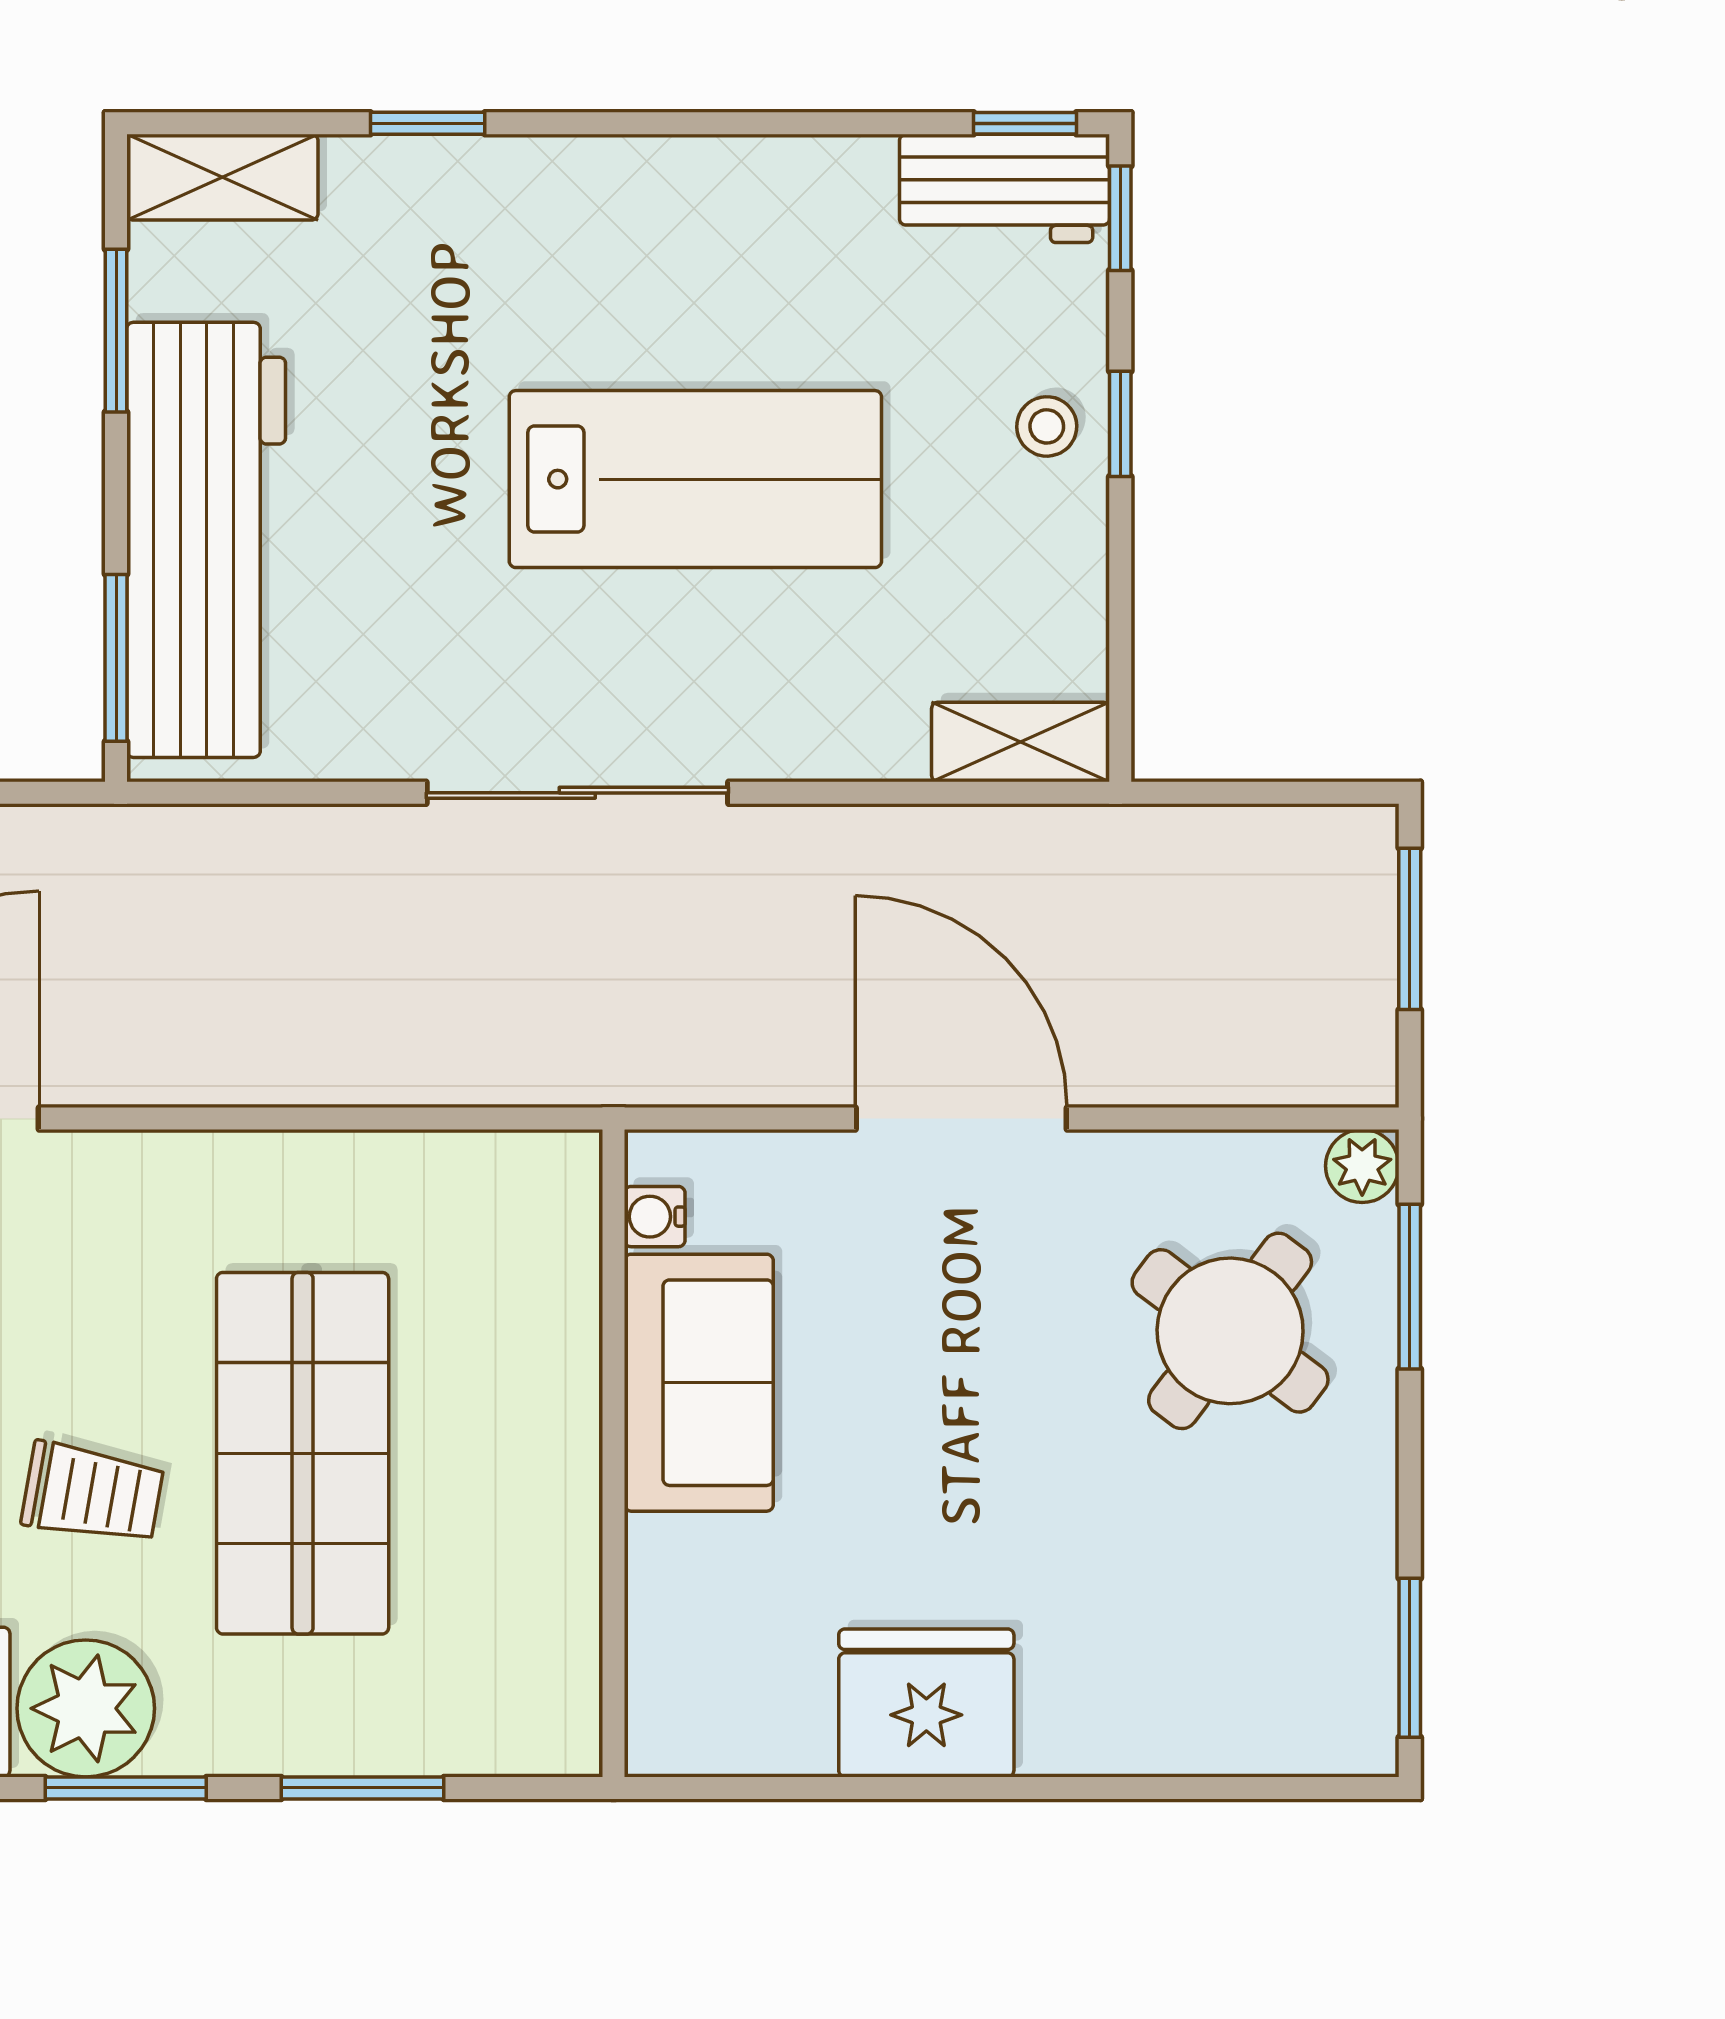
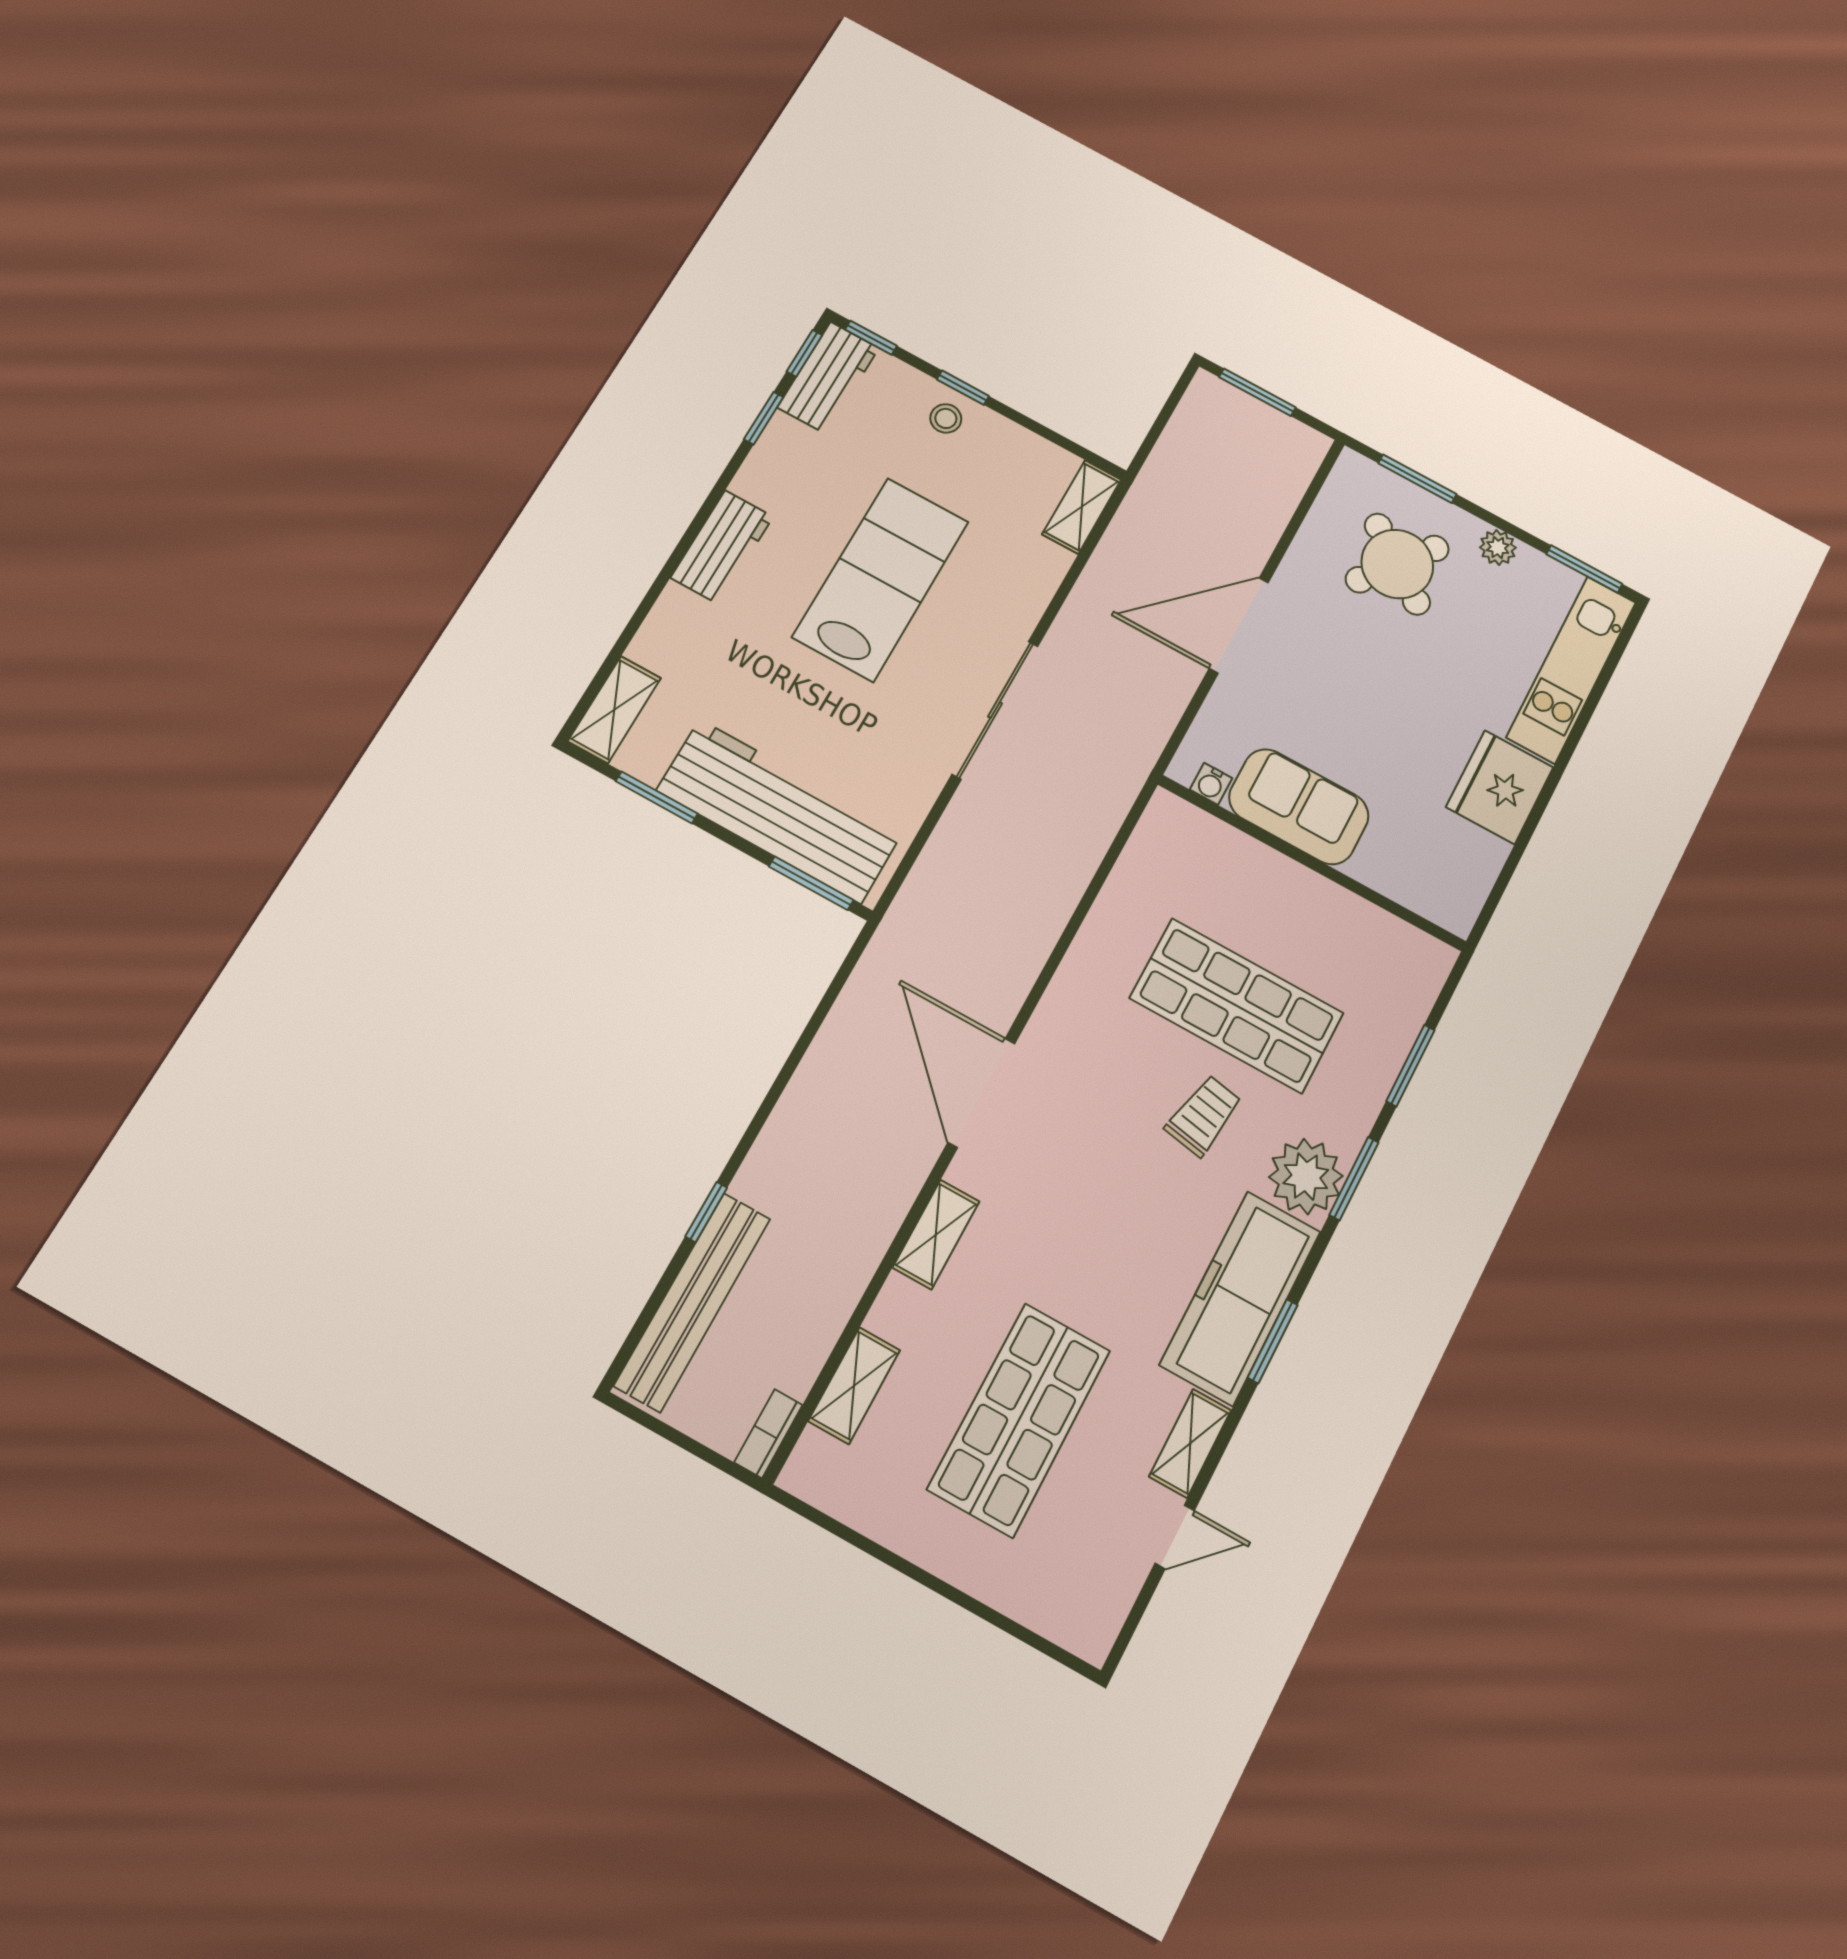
window: (428, 123) -> (764, 418), moved
workbench: (599, 187) -> (722, 547), added
plant: (1362, 1166) -> (1498, 548), moved
kitchen unit: (1210, 1724) -> (1571, 669), added

